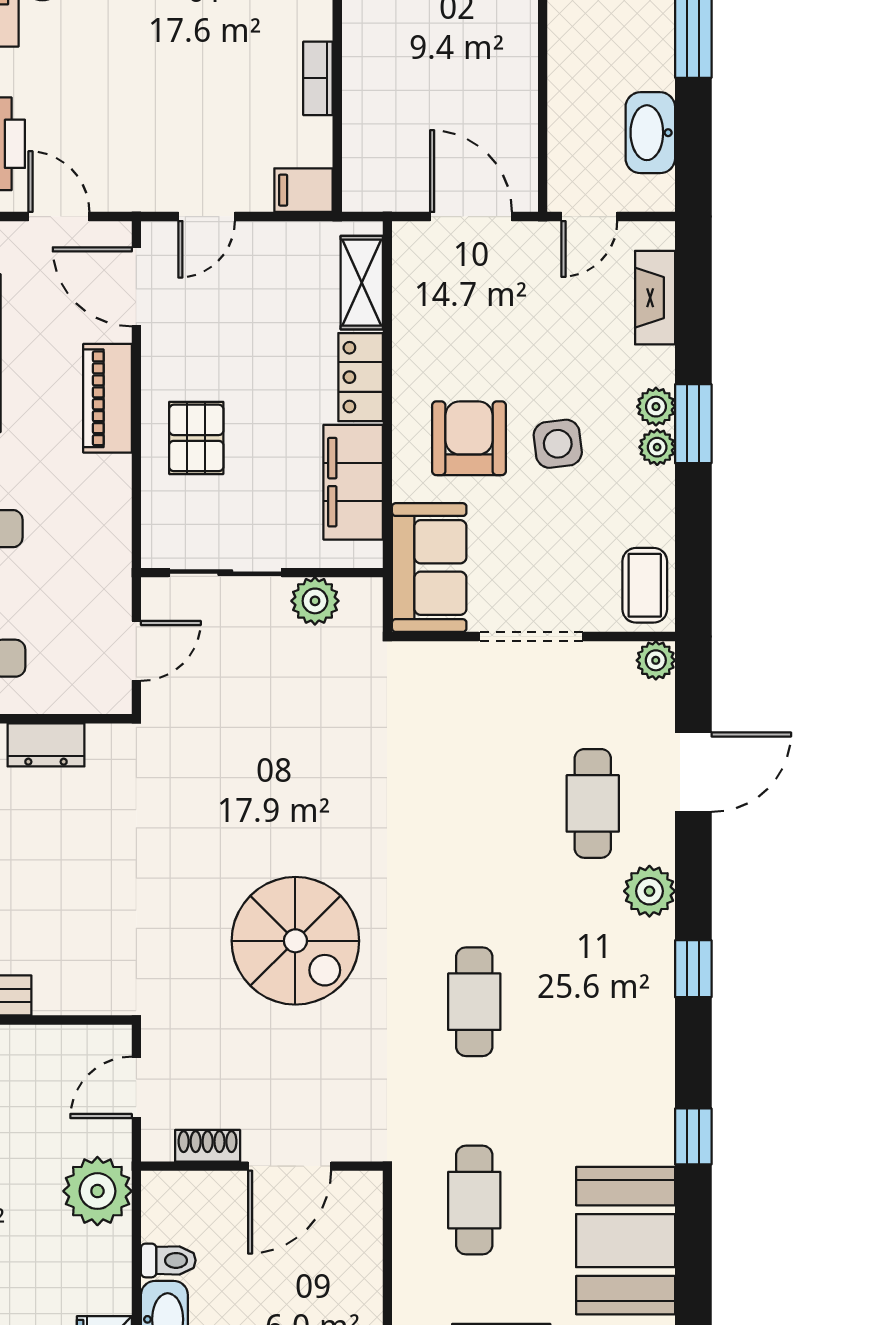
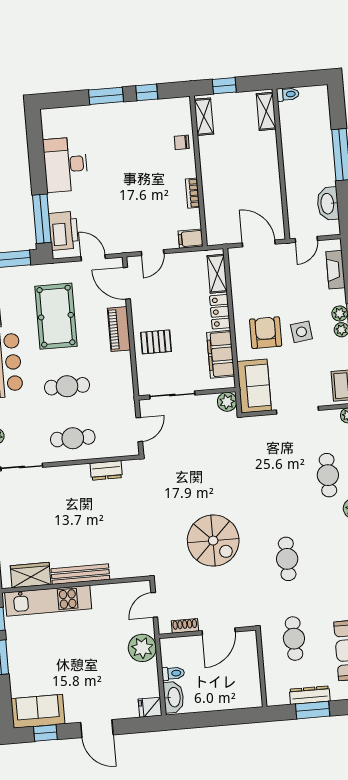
pallet: (196, 438) -> (156, 342), turned 90
plant: (315, 601) -> (227, 402), moved

